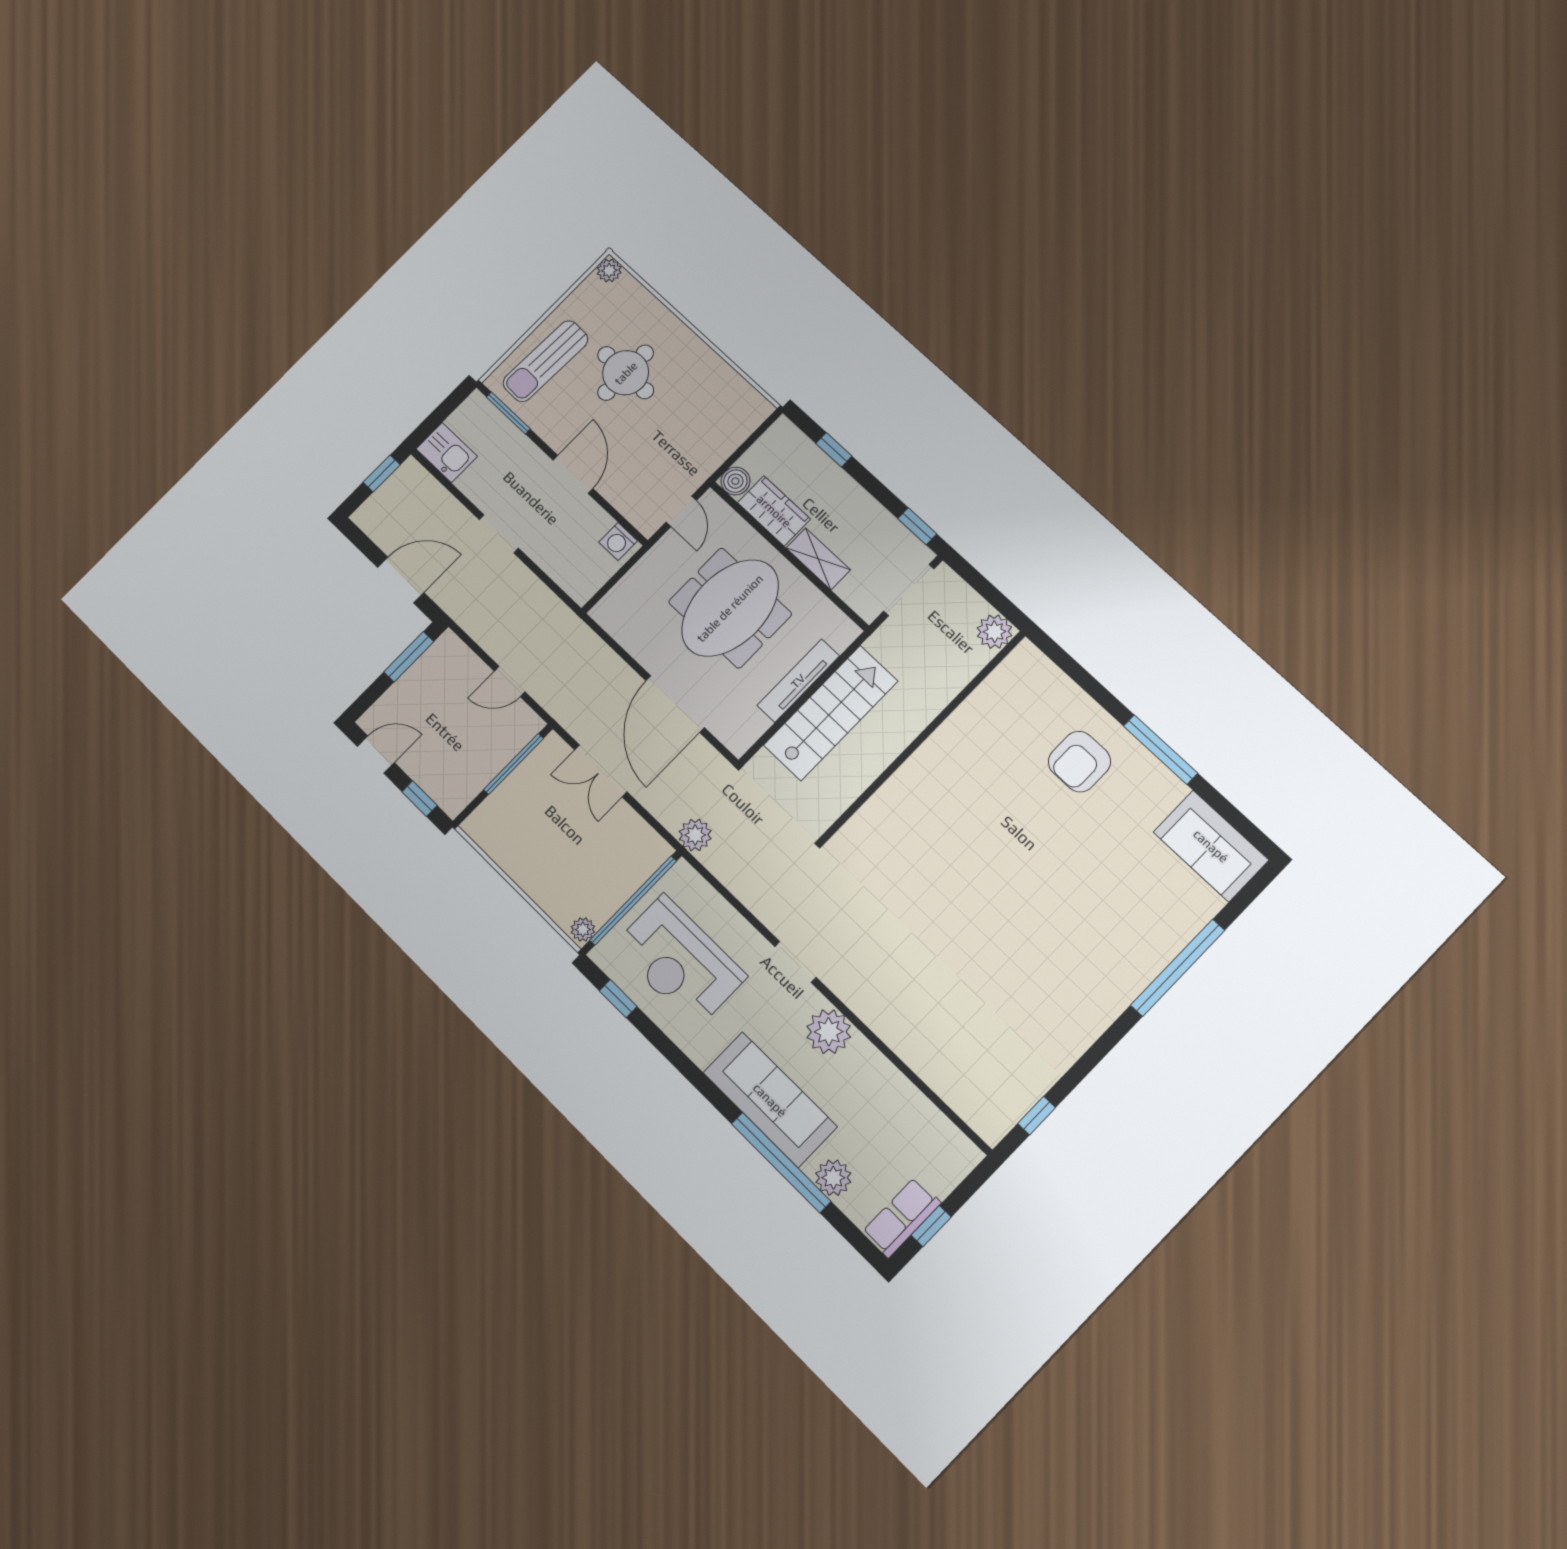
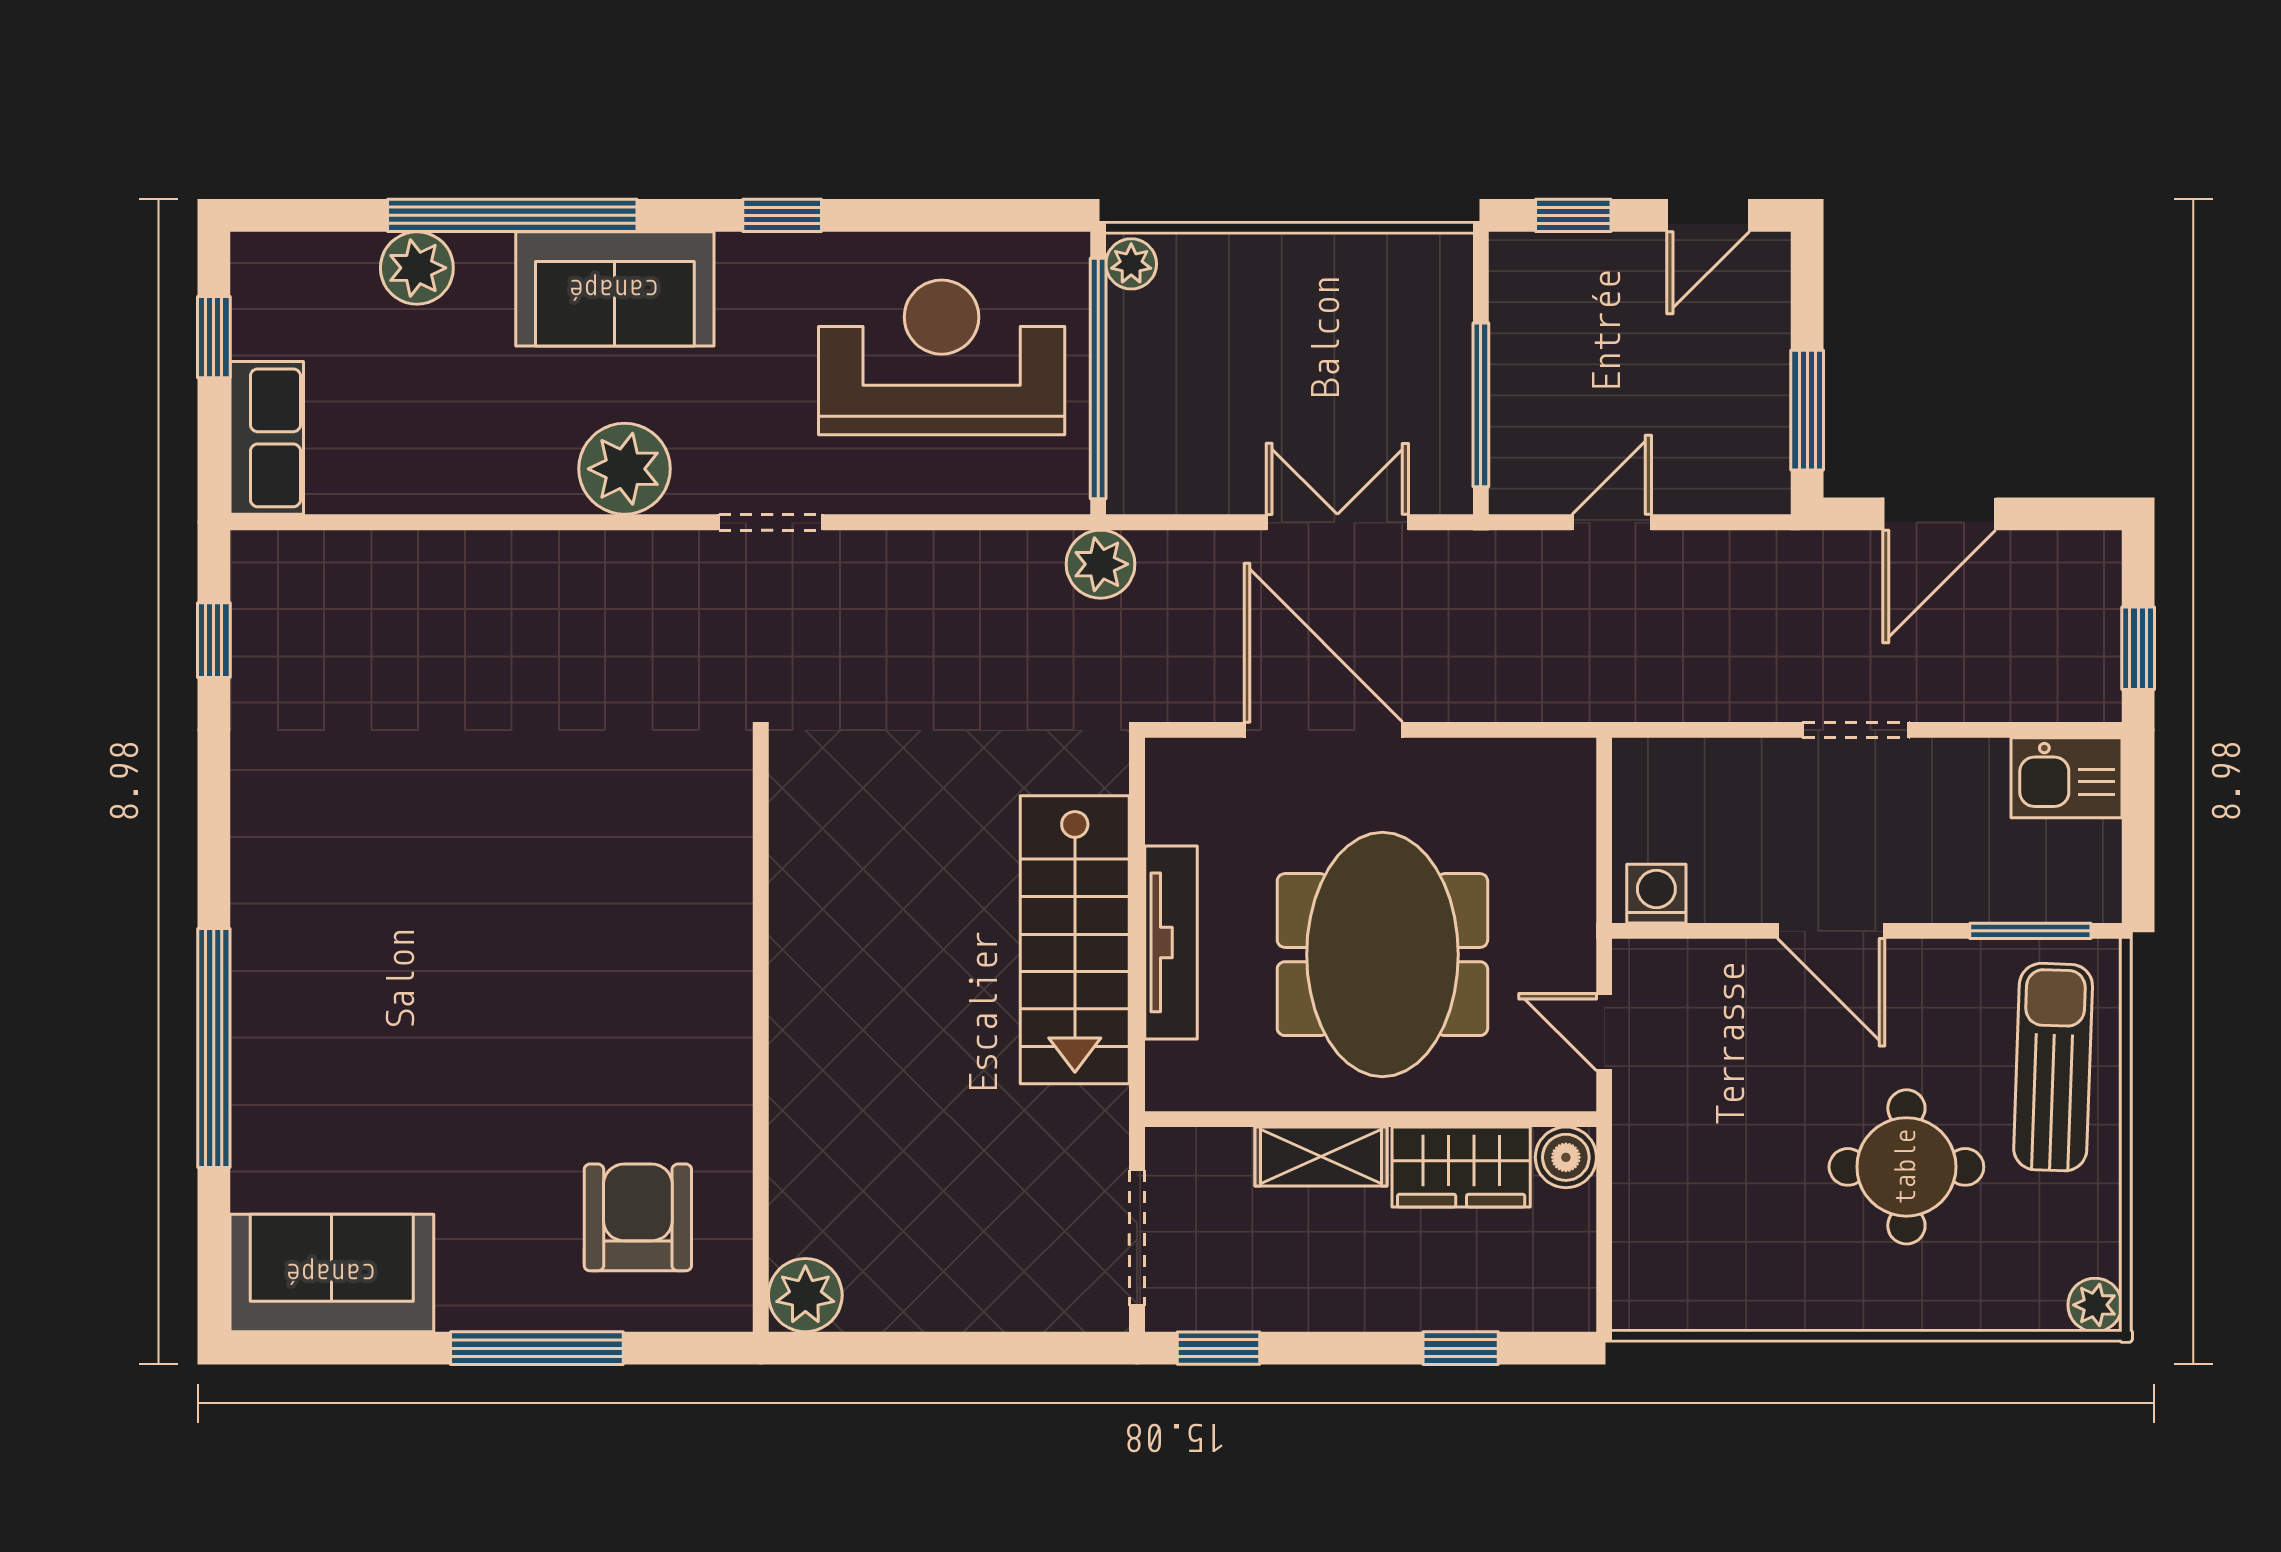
plant: (994, 632) -> (805, 1295), moved
wall: (923, 737) -> (761, 1035), moved
window: (618, 999) -> (782, 215), moved
sofa: (770, 1100) -> (615, 289), width x0.73
row of seats: (902, 1217) -> (267, 438), moved

